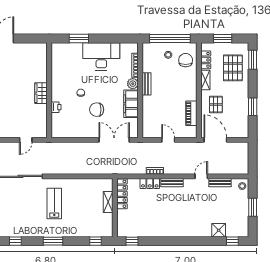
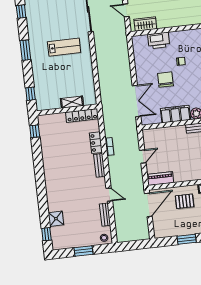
wardrobe: (41, 93) -> (145, 24), moved
printer: (56, 107) -> (159, 40), width x1.87, depth x1.48
piano: (191, 113) -> (160, 179), moved

